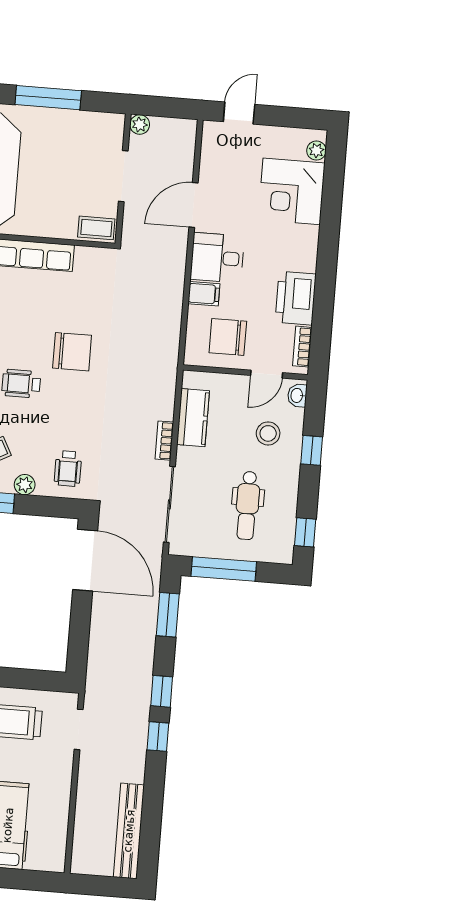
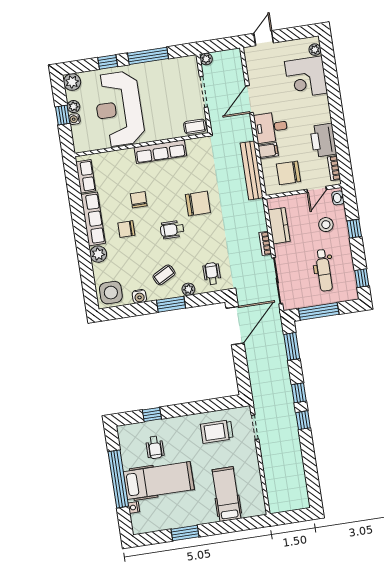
wheelchair: (68, 469) -> (212, 274), turned 180
door: (85, 560) -> (235, 326), hinge flipped
bench: (129, 831) -> (252, 170), moved

